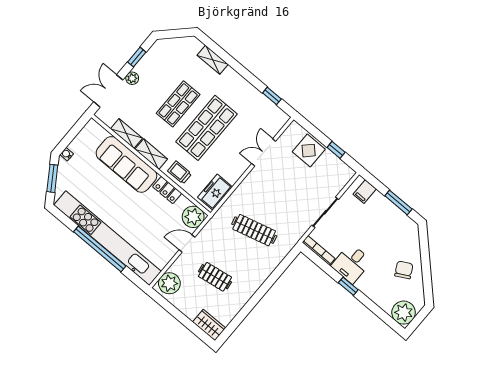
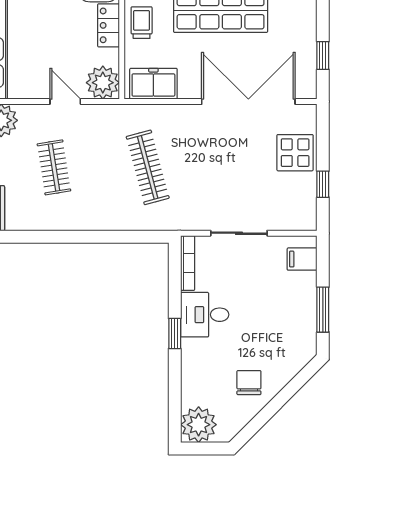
double door: (264, 152) -> (248, 102), width x1.87
chair: (404, 270) -> (249, 383), turned -62

